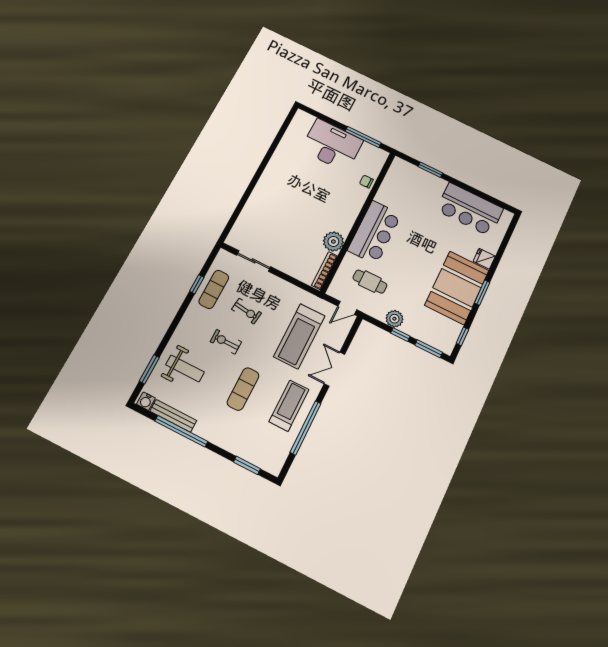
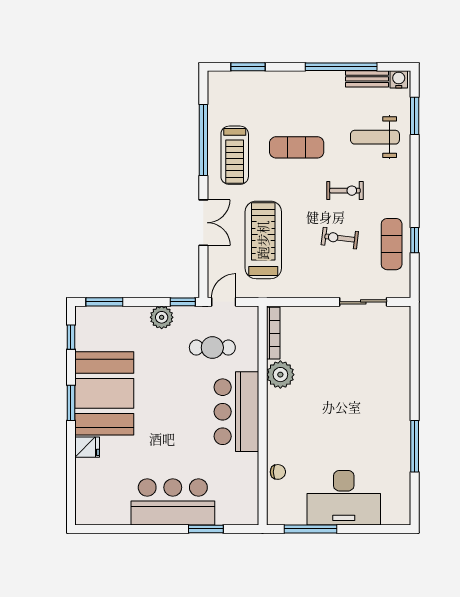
window: (270, 154) -> (415, 446), added
bar counter: (470, 209) -> (173, 502), moved
window: (400, 335) -> (183, 302), moved
exercise mat: (243, 389) -> (297, 147), turned 90
bench: (173, 416) -> (367, 79), width x0.73

